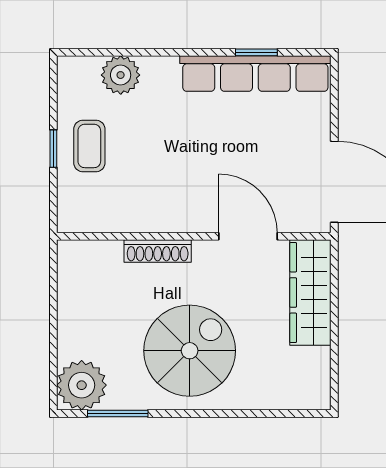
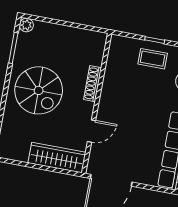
door: (248, 236) -> (91, 131), width x0.73
plant: (82, 385) -> (26, 25), width x0.53, depth x0.53

